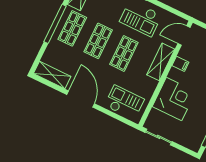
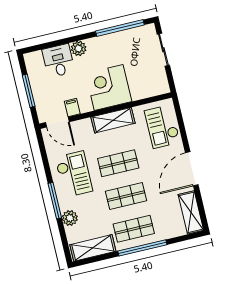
shelving: (161, 62) -> (113, 120), moved
filing cabinet: (180, 64) -> (72, 107), moved
corner desk: (174, 99) -> (109, 87), moved
sliding door: (159, 137) -> (163, 50), moved

